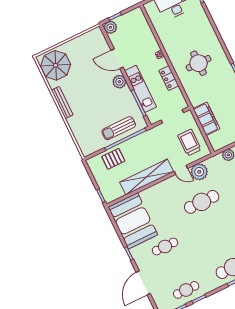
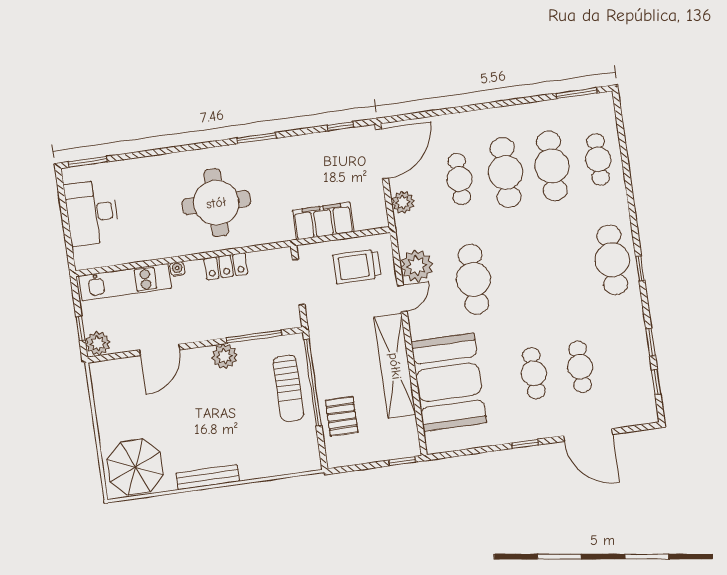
round table: (199, 63) -> (216, 203), width x1.36, depth x1.36
plant: (119, 82) -> (224, 356), moved
kitchen unit: (140, 89) -> (125, 282), moved, turned 180
booth: (133, 221) -> (449, 382), moved, turned 90
cafe table: (186, 290) -> (580, 367), moved

